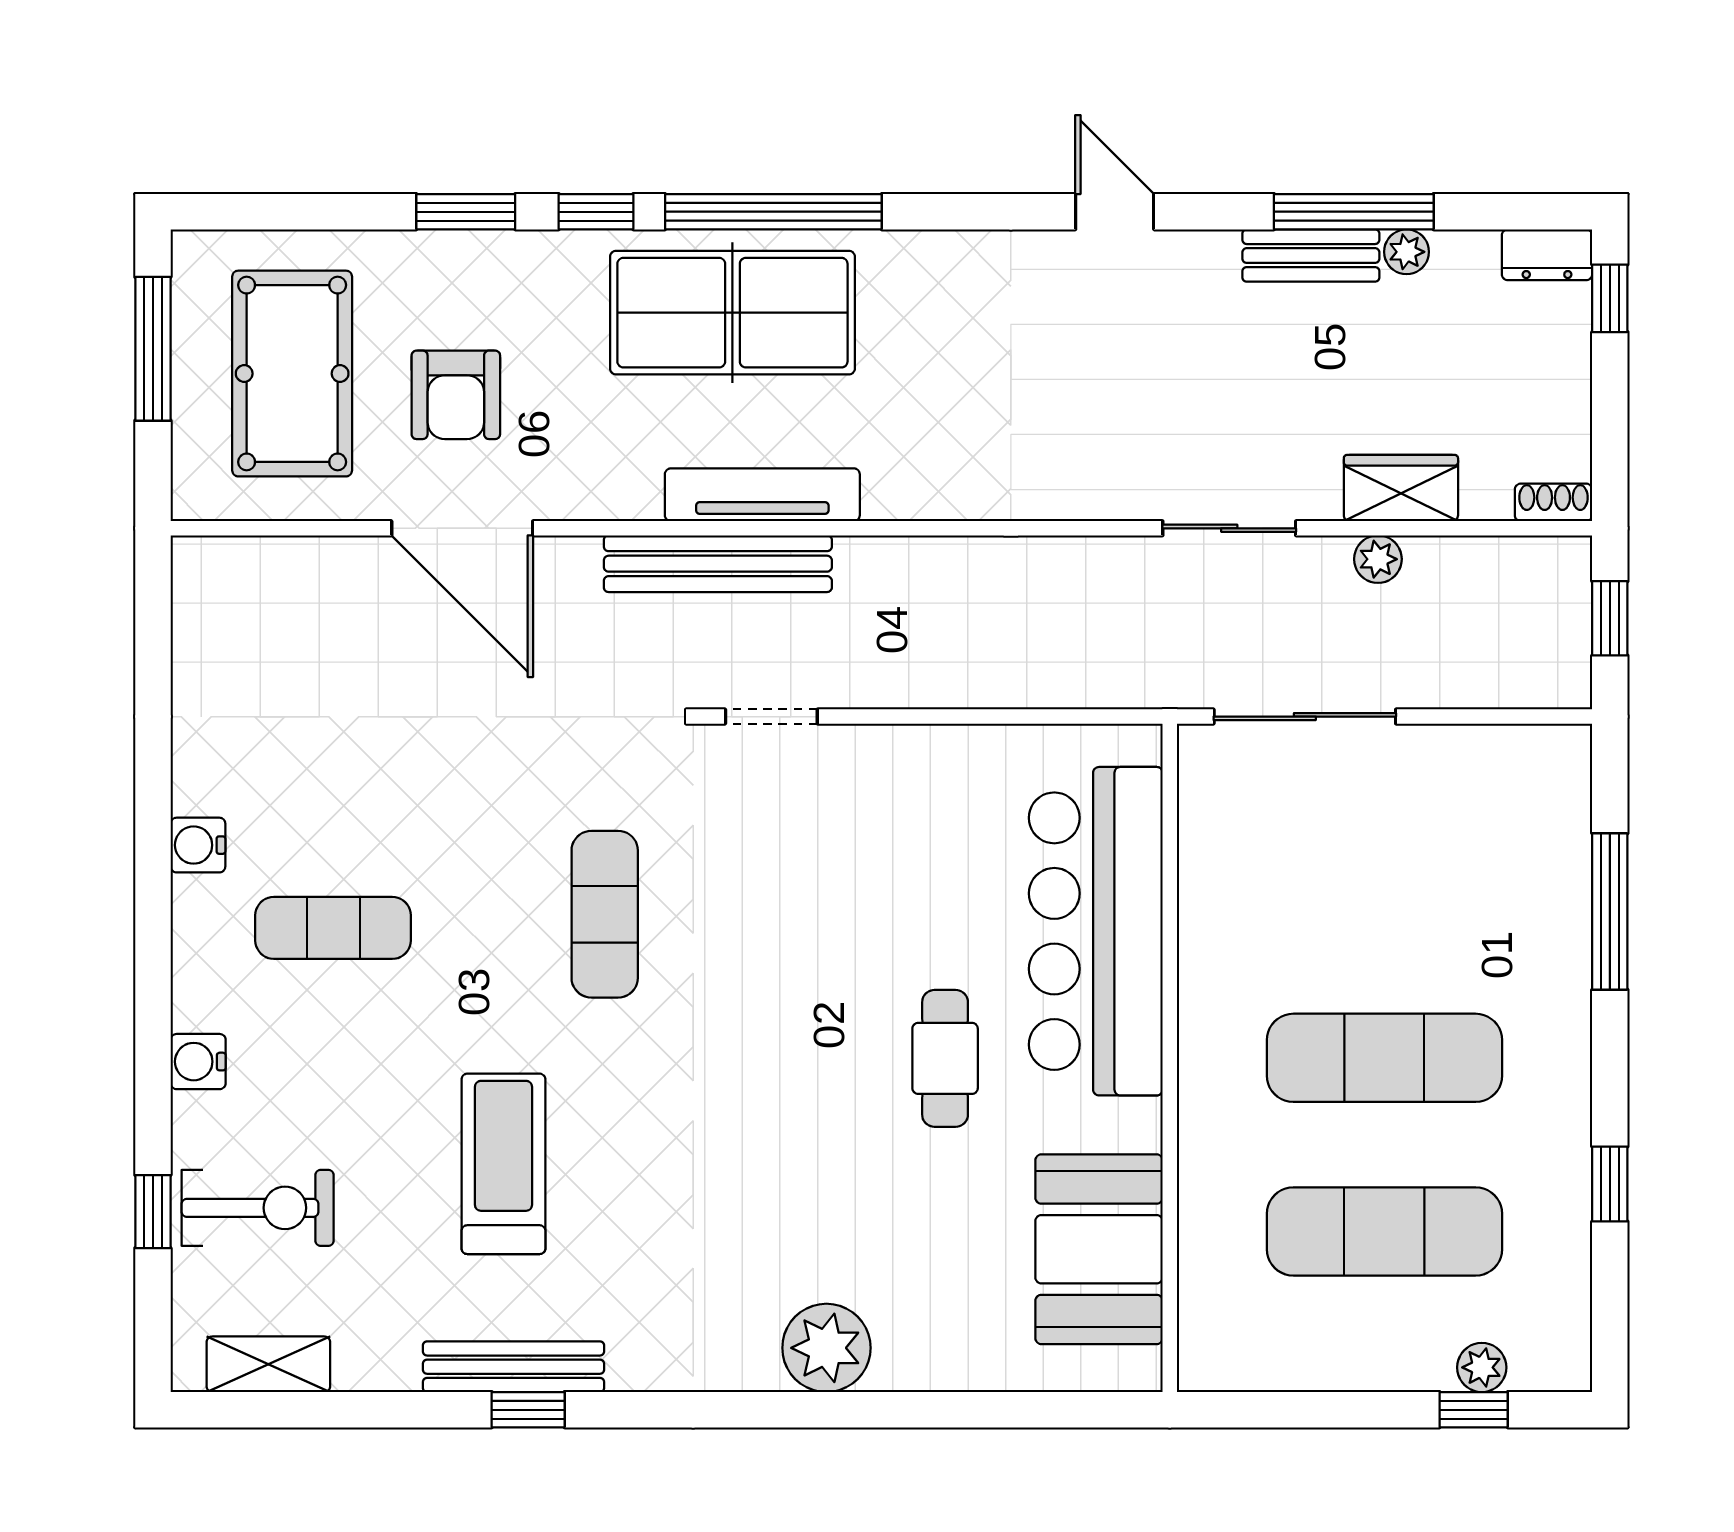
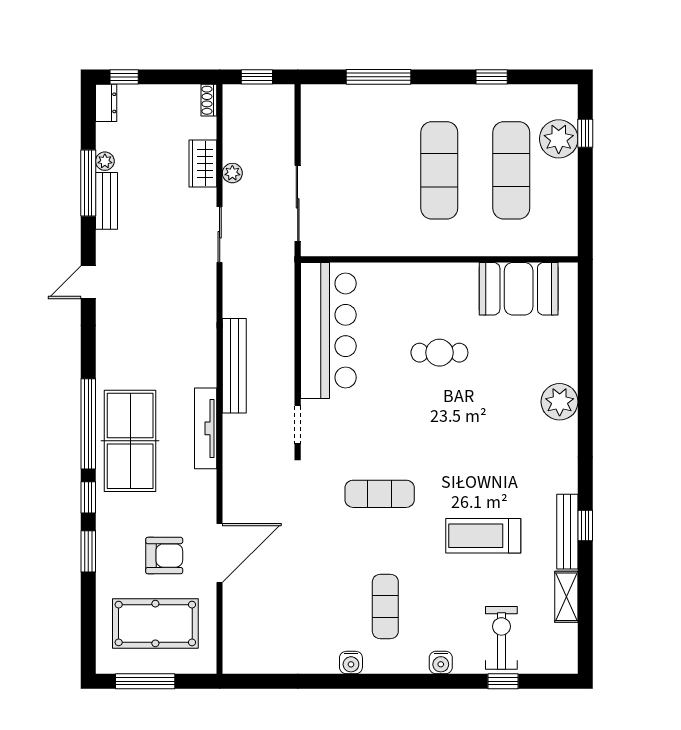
bench: (718, 564) -> (234, 366), moved
bar counter: (1096, 931) -> (328, 330), moved, turned -90
shelving: (268, 1364) -> (566, 597), moved
plant: (1482, 1367) -> (559, 139), width x1.87, depth x1.87

